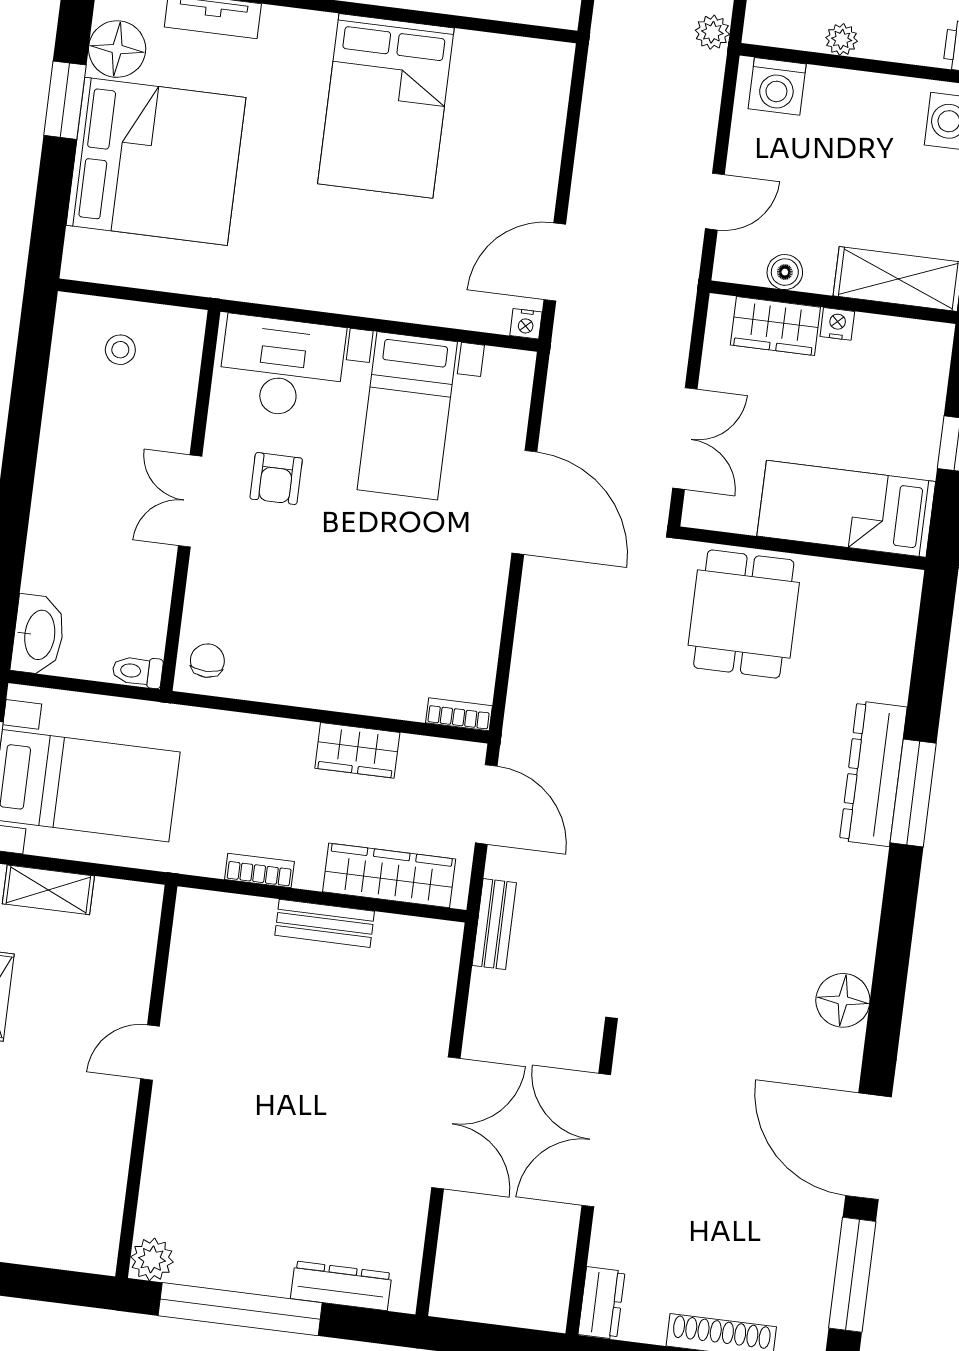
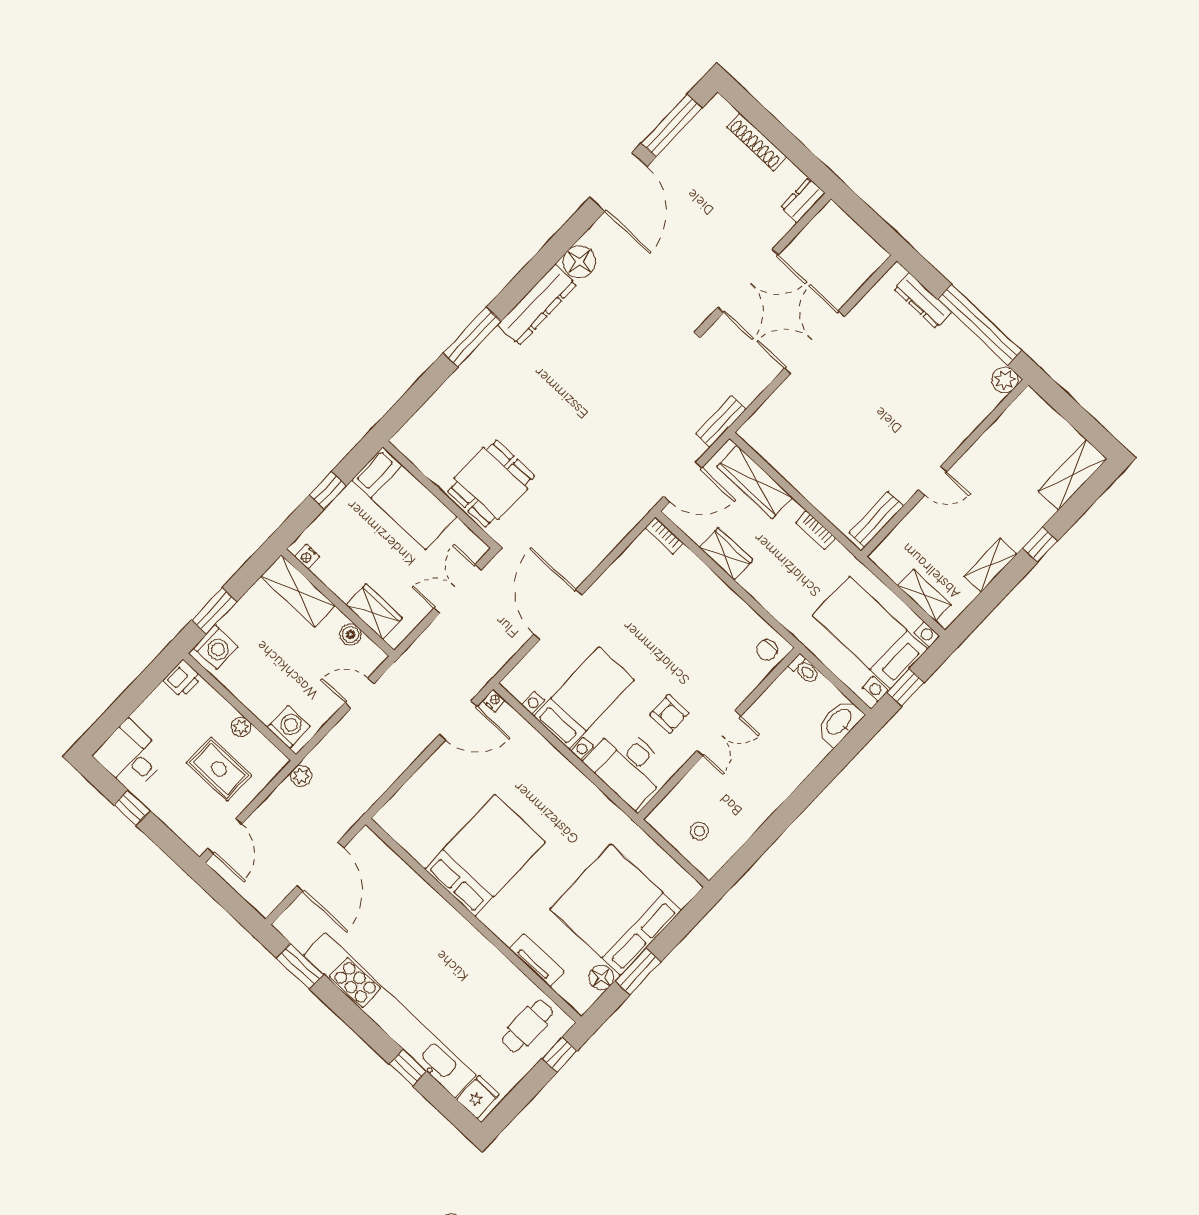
floor lamp: (117, 49) -> (601, 978), width x0.73, depth x0.73
nightstand: (837, 324) -> (307, 557), moved
armchair: (276, 479) -> (669, 714), turned 90
dresser: (873, 774) -> (537, 305), moved
door: (486, 804) -> (683, 482), swing flipped
bench: (325, 923) -> (876, 519), moved, turned 90

